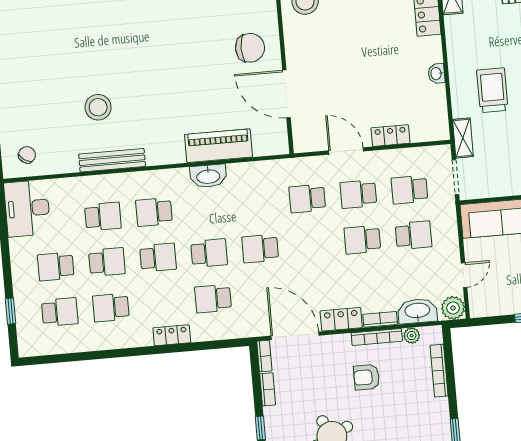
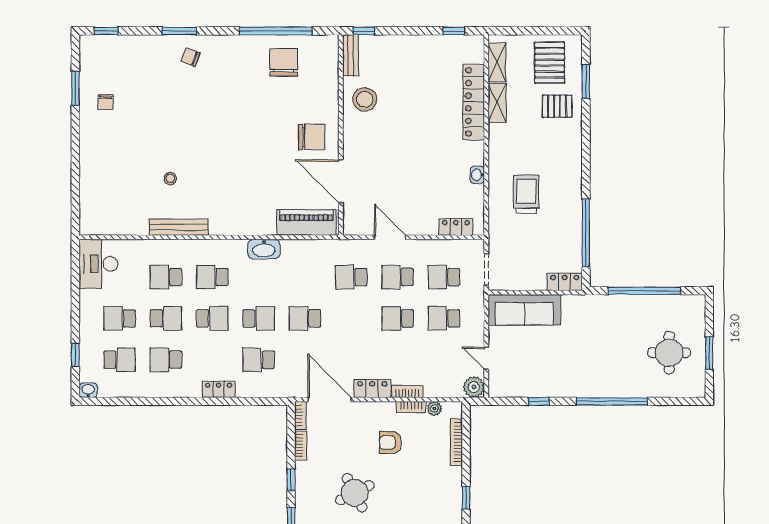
stool: (98, 107) -> (170, 178), width x0.53, depth x0.53
locker: (390, 136) -> (456, 227), moved
shelving: (463, 138) -> (496, 235), removed
piano: (219, 146) -> (306, 223), moved
chair: (27, 155) -> (105, 102), moved, turned 147
school desk: (103, 216) -> (166, 277), turned 180
school desk: (413, 235) -> (444, 318), turned 180
door: (464, 275) -> (486, 358), swing flipped
washbasin: (417, 311) -> (88, 390), moved, width x0.52, depth x0.69
bookcase: (377, 337) -> (411, 407), width x0.64

